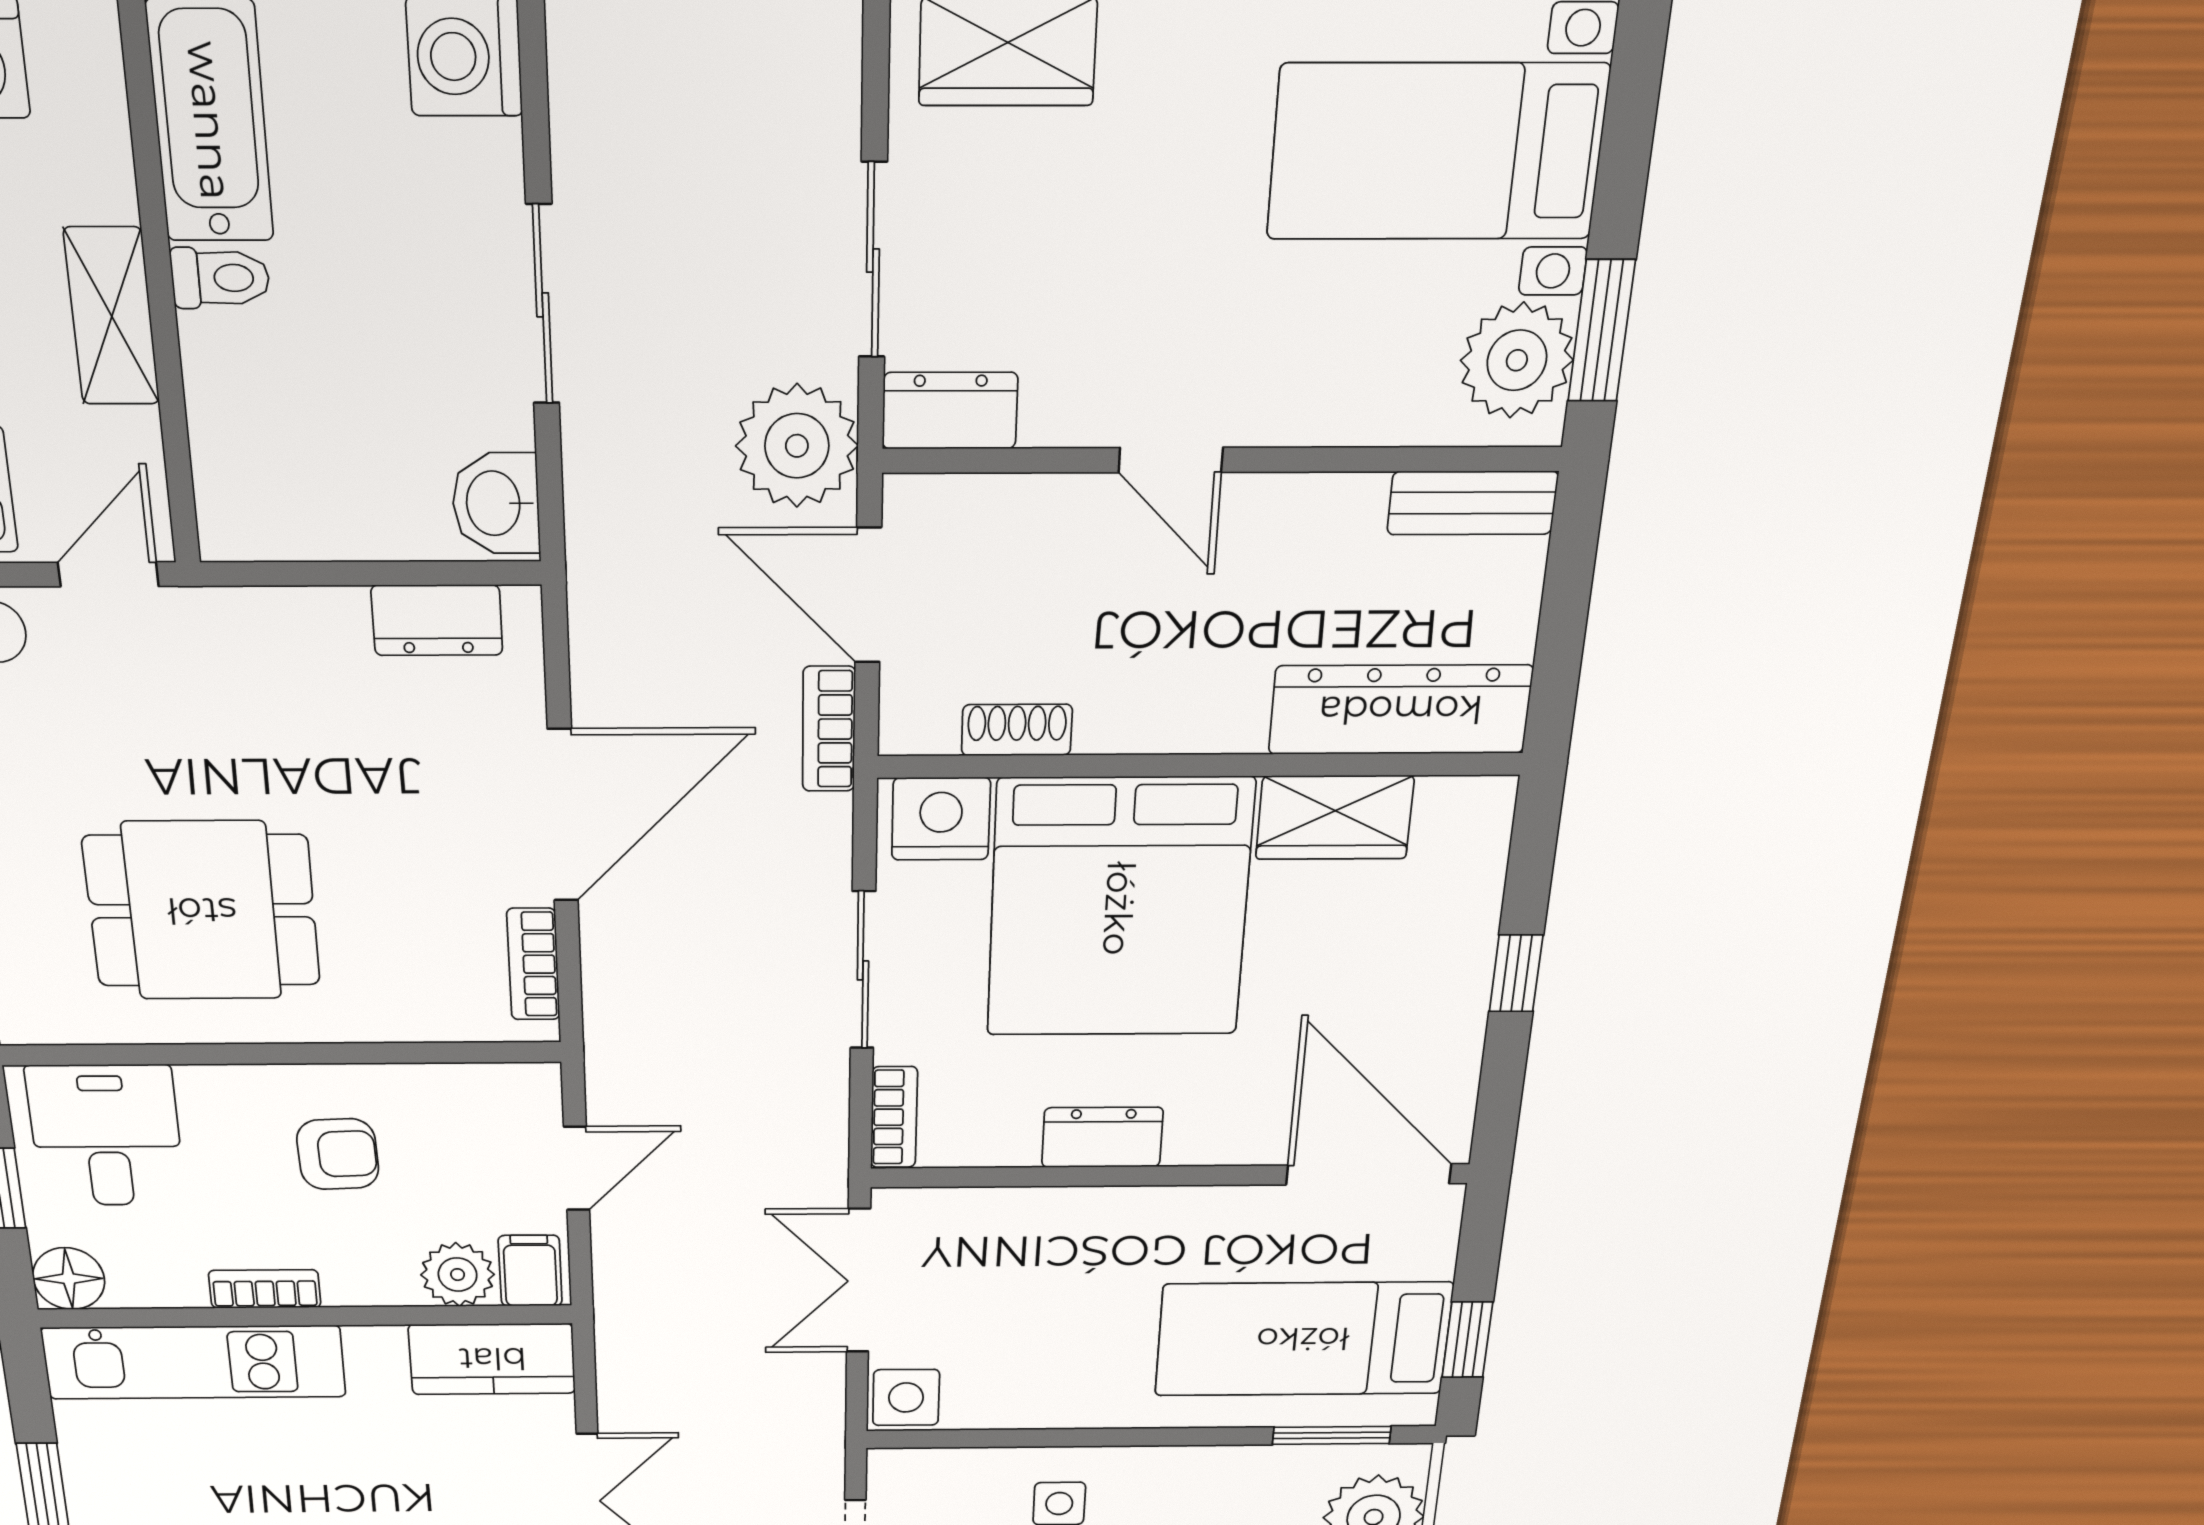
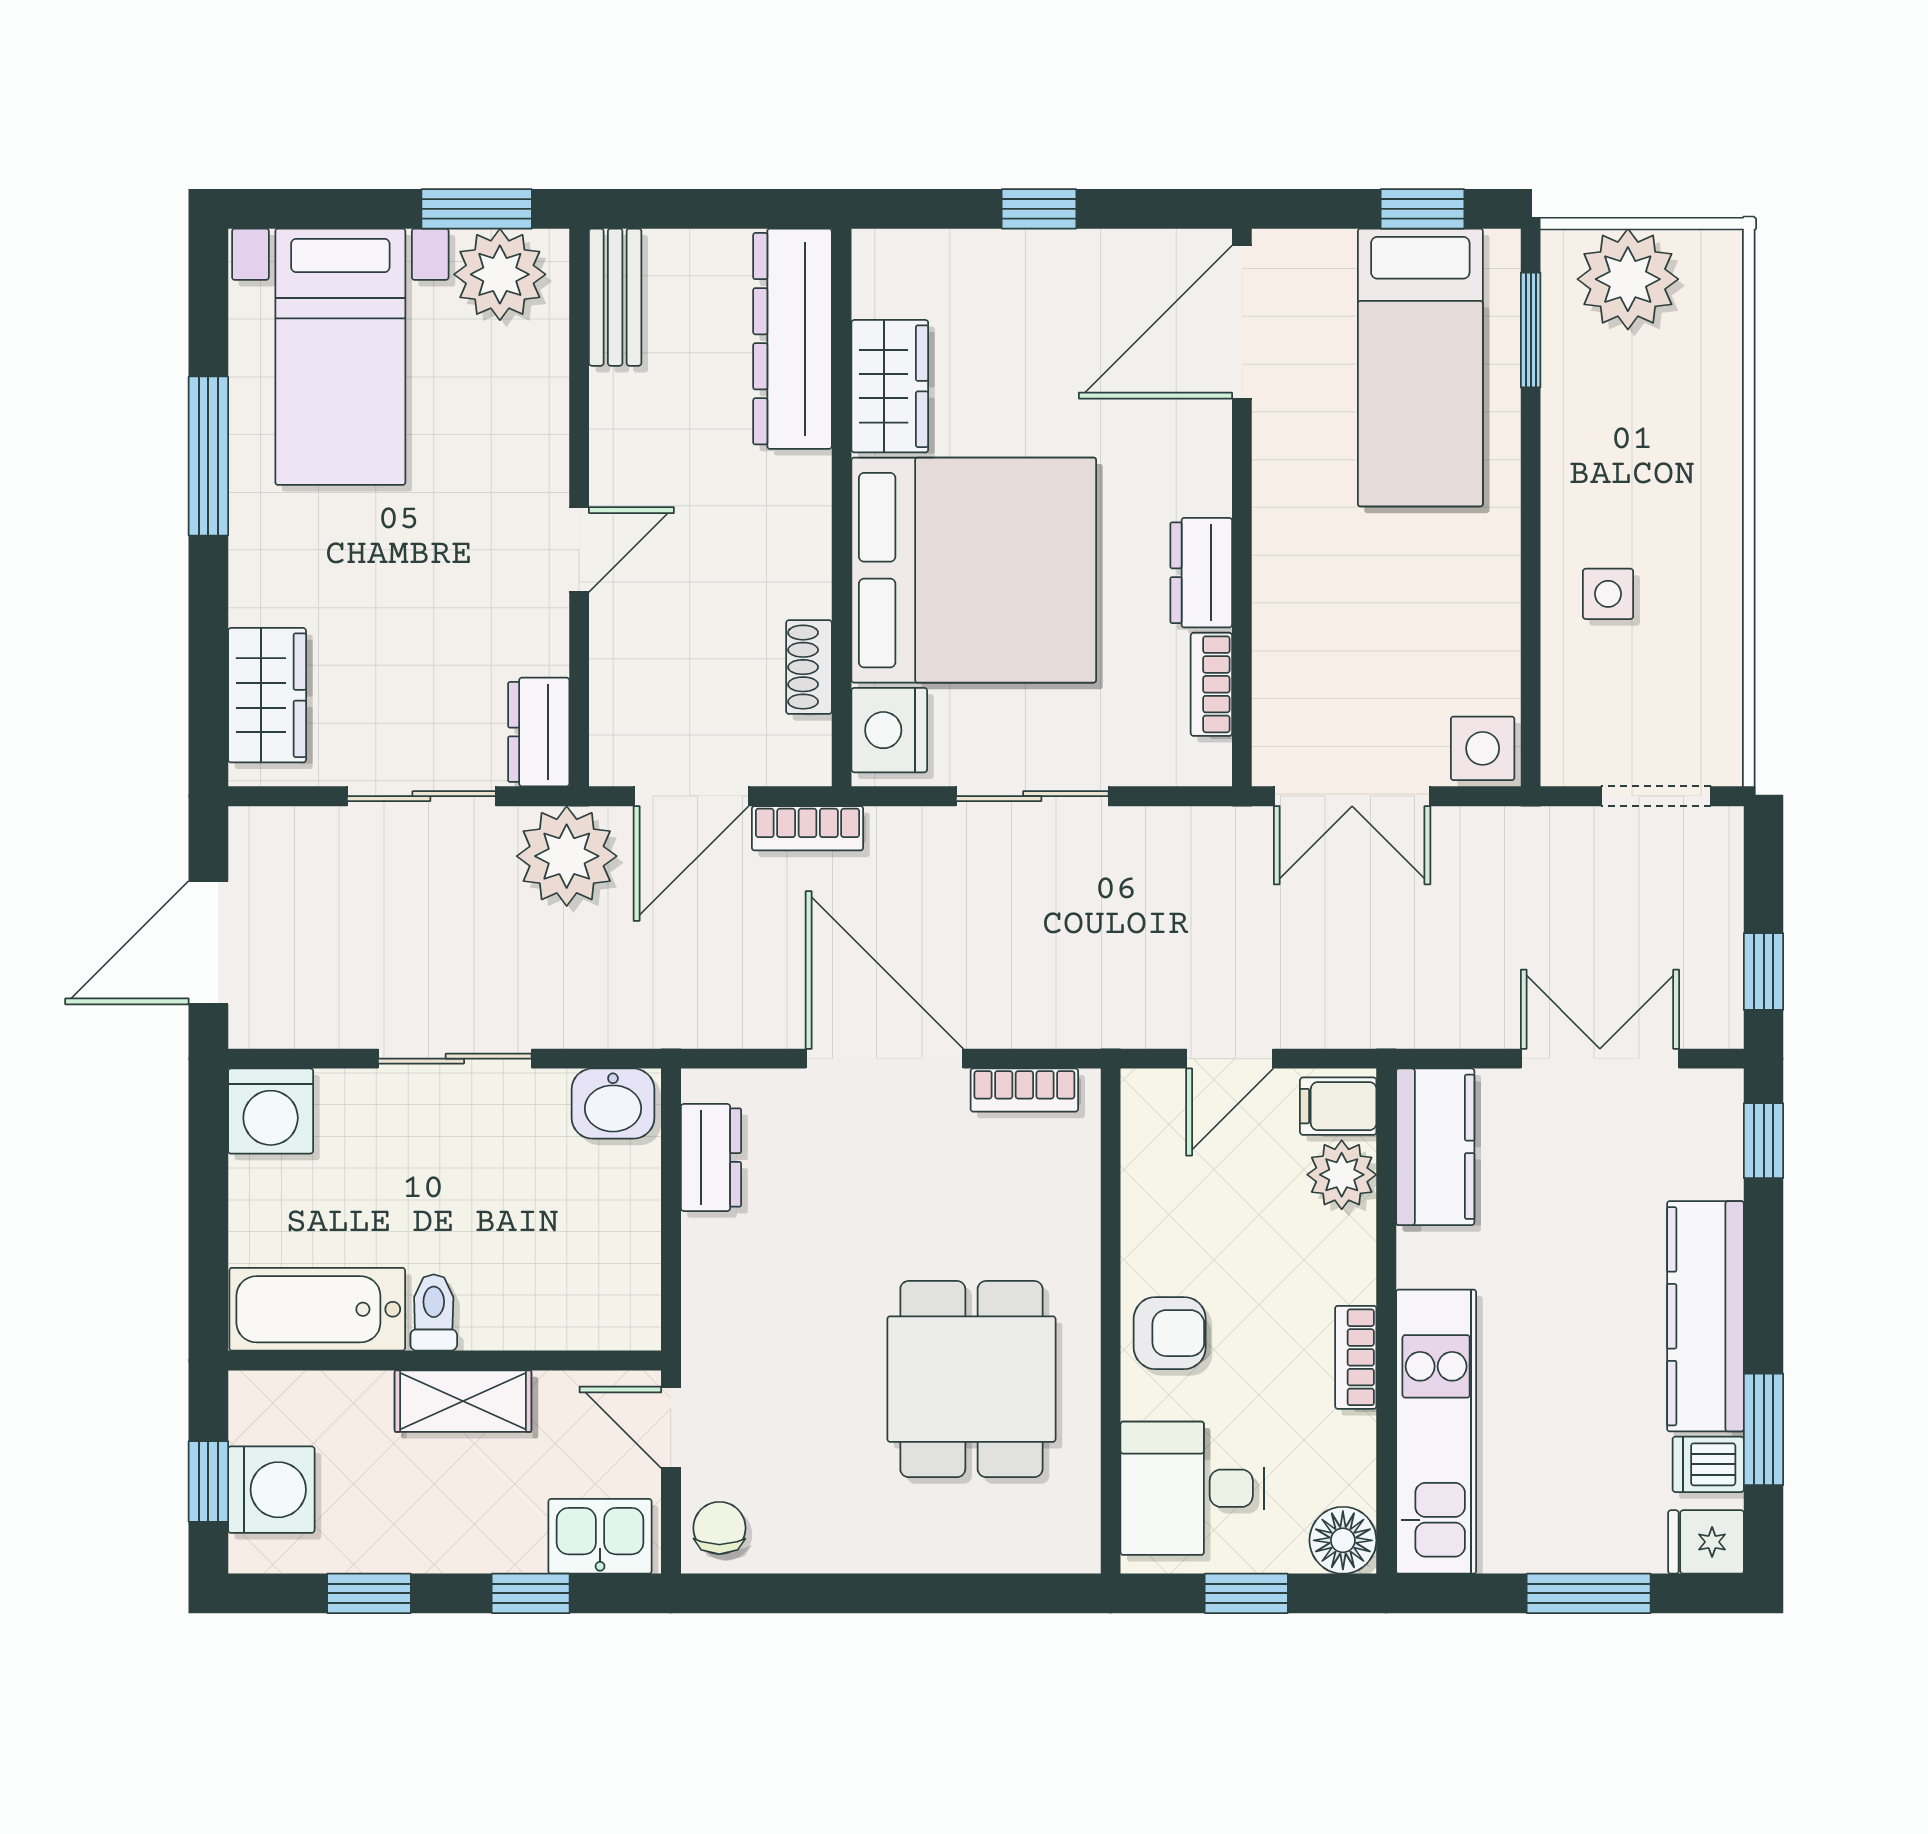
bookcase: (894, 1117) -> (1211, 684), moved, turned -90
armchair: (338, 1154) -> (1170, 1333), moved, turned 92
door: (577, 1168) -> (1230, 1059), swing flipped

